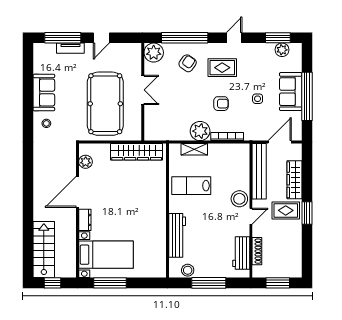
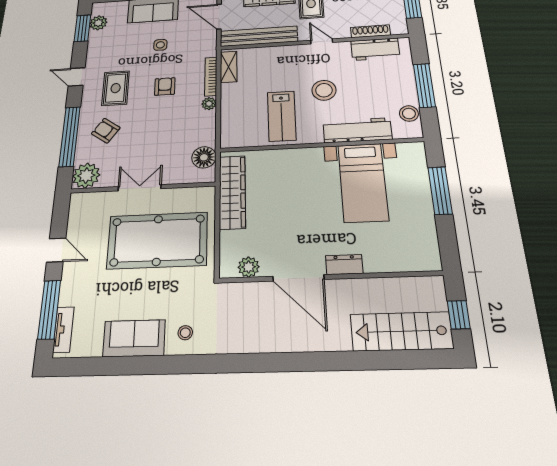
tv unit: (70, 48) -> (63, 329), moved
plant: (200, 131) -> (209, 104), width x0.53, depth x0.53
floor lamp: (163, 133) -> (204, 157), added
shelving: (194, 149) -> (229, 67), moved
stool: (239, 199) -> (324, 90), moved
bed with nightstands: (106, 255) -> (363, 182), moved, turned 180
window: (110, 283) -> (440, 190), moved

